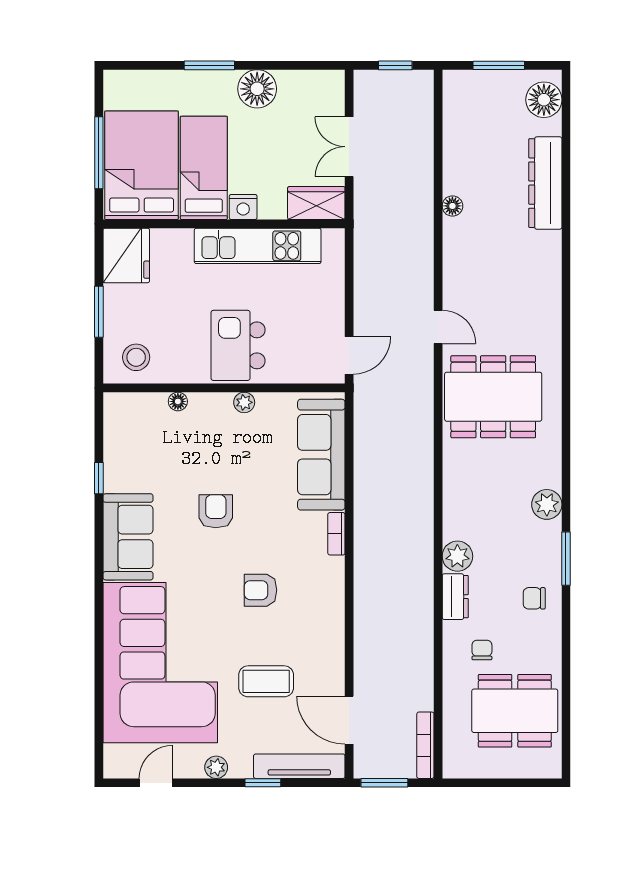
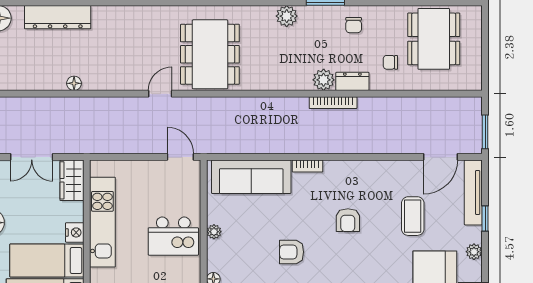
bookcase: (425, 745) -> (333, 103), moved

